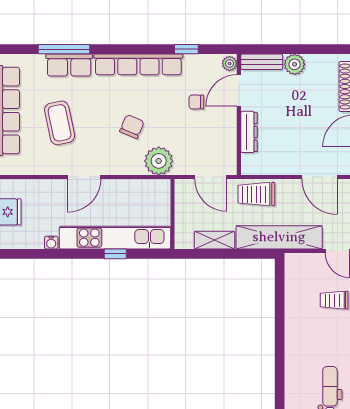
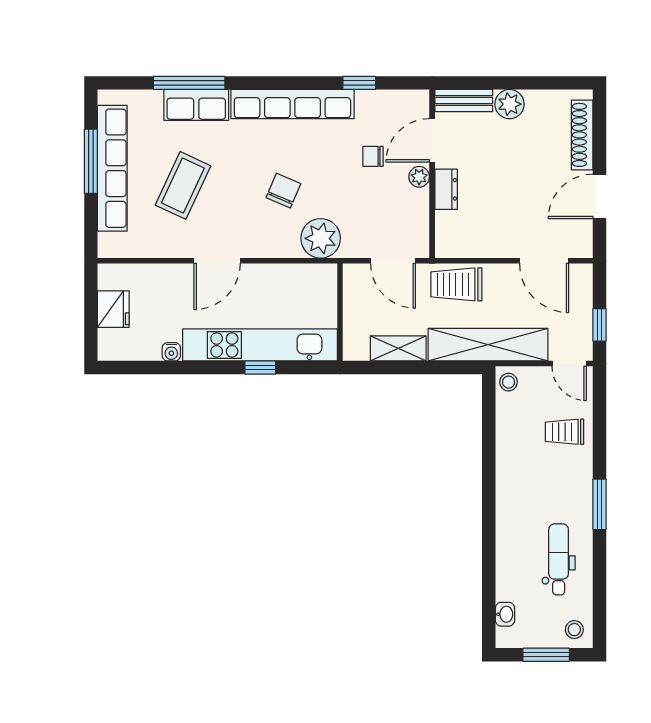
plant: (230, 64) -> (419, 177), moved
coffee table: (60, 123) -> (183, 185), turned 37
dresser: (249, 132) -> (446, 189), width x0.70
stool: (294, 264) -> (509, 382), added

